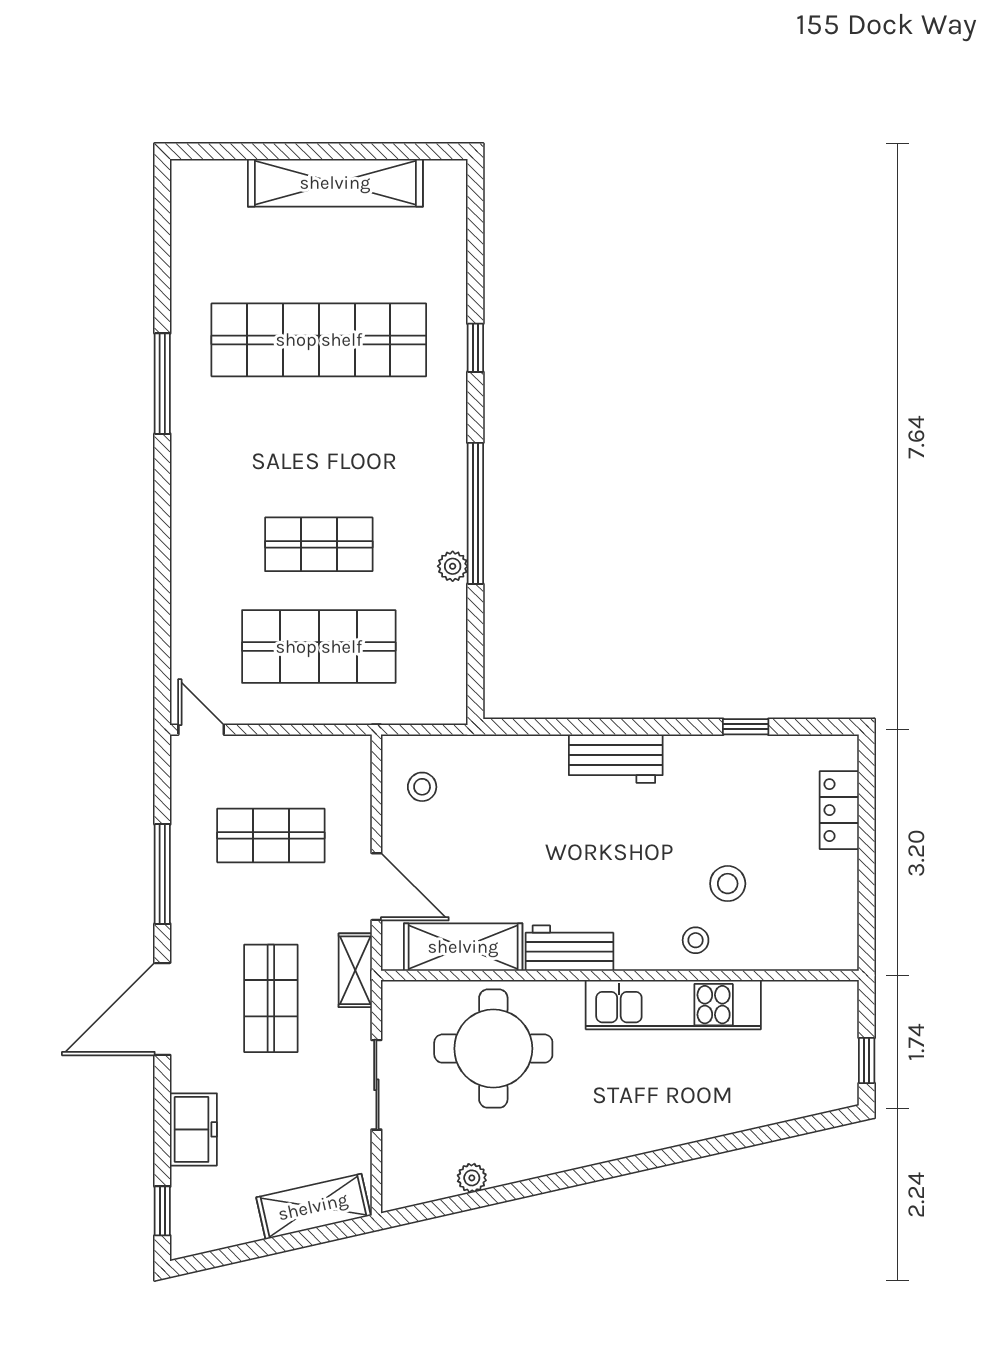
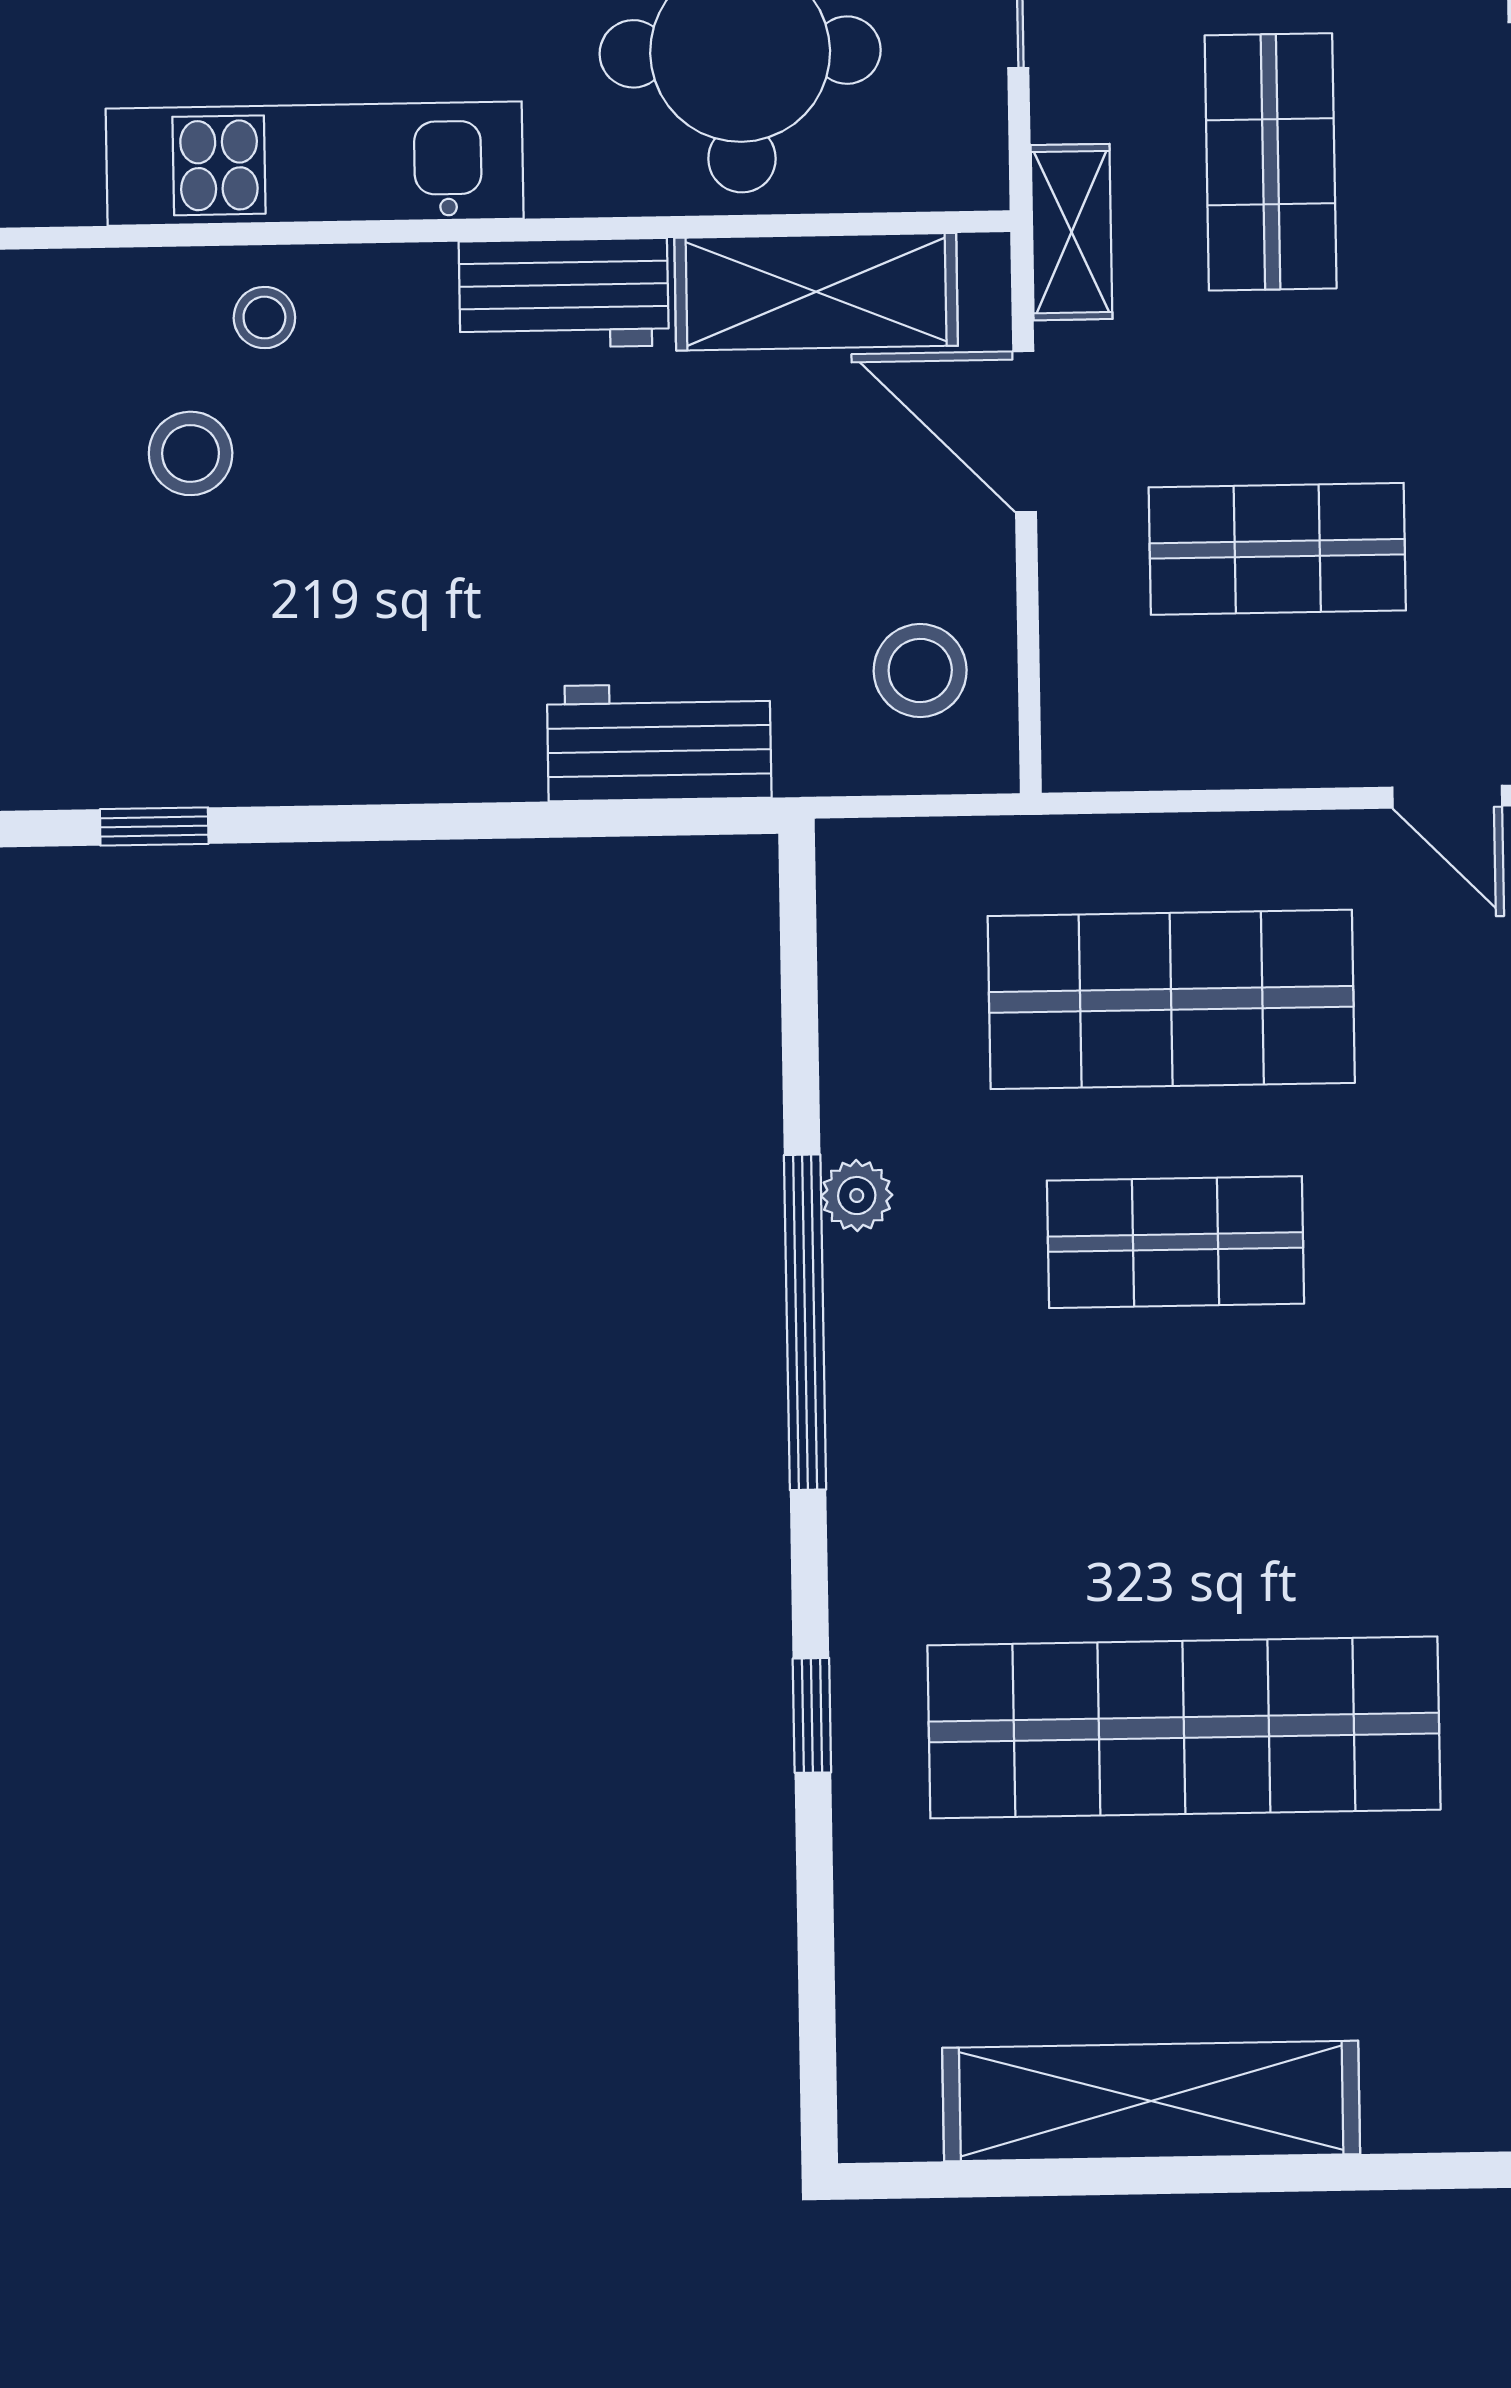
workbench: (616, 759) -> (659, 742), moved
stool: (422, 787) -> (920, 670), width x1.37, depth x1.37

